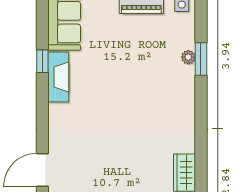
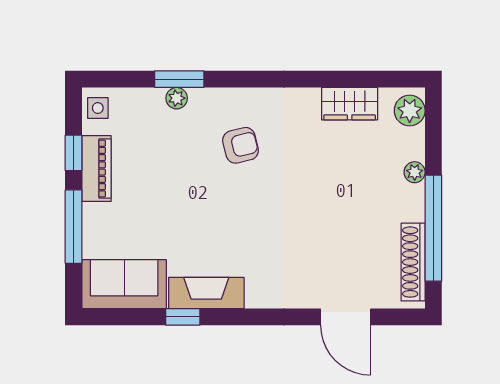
armchair: (157, 100) -> (241, 145), added

